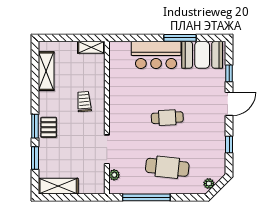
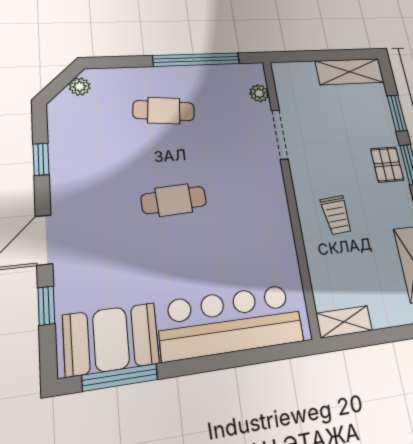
window: (180, 38) -> (120, 377), moved
bar counter: (156, 55) -> (231, 322), width x1.36
cafe table: (167, 167) -> (164, 111), width x0.73, depth x0.74

